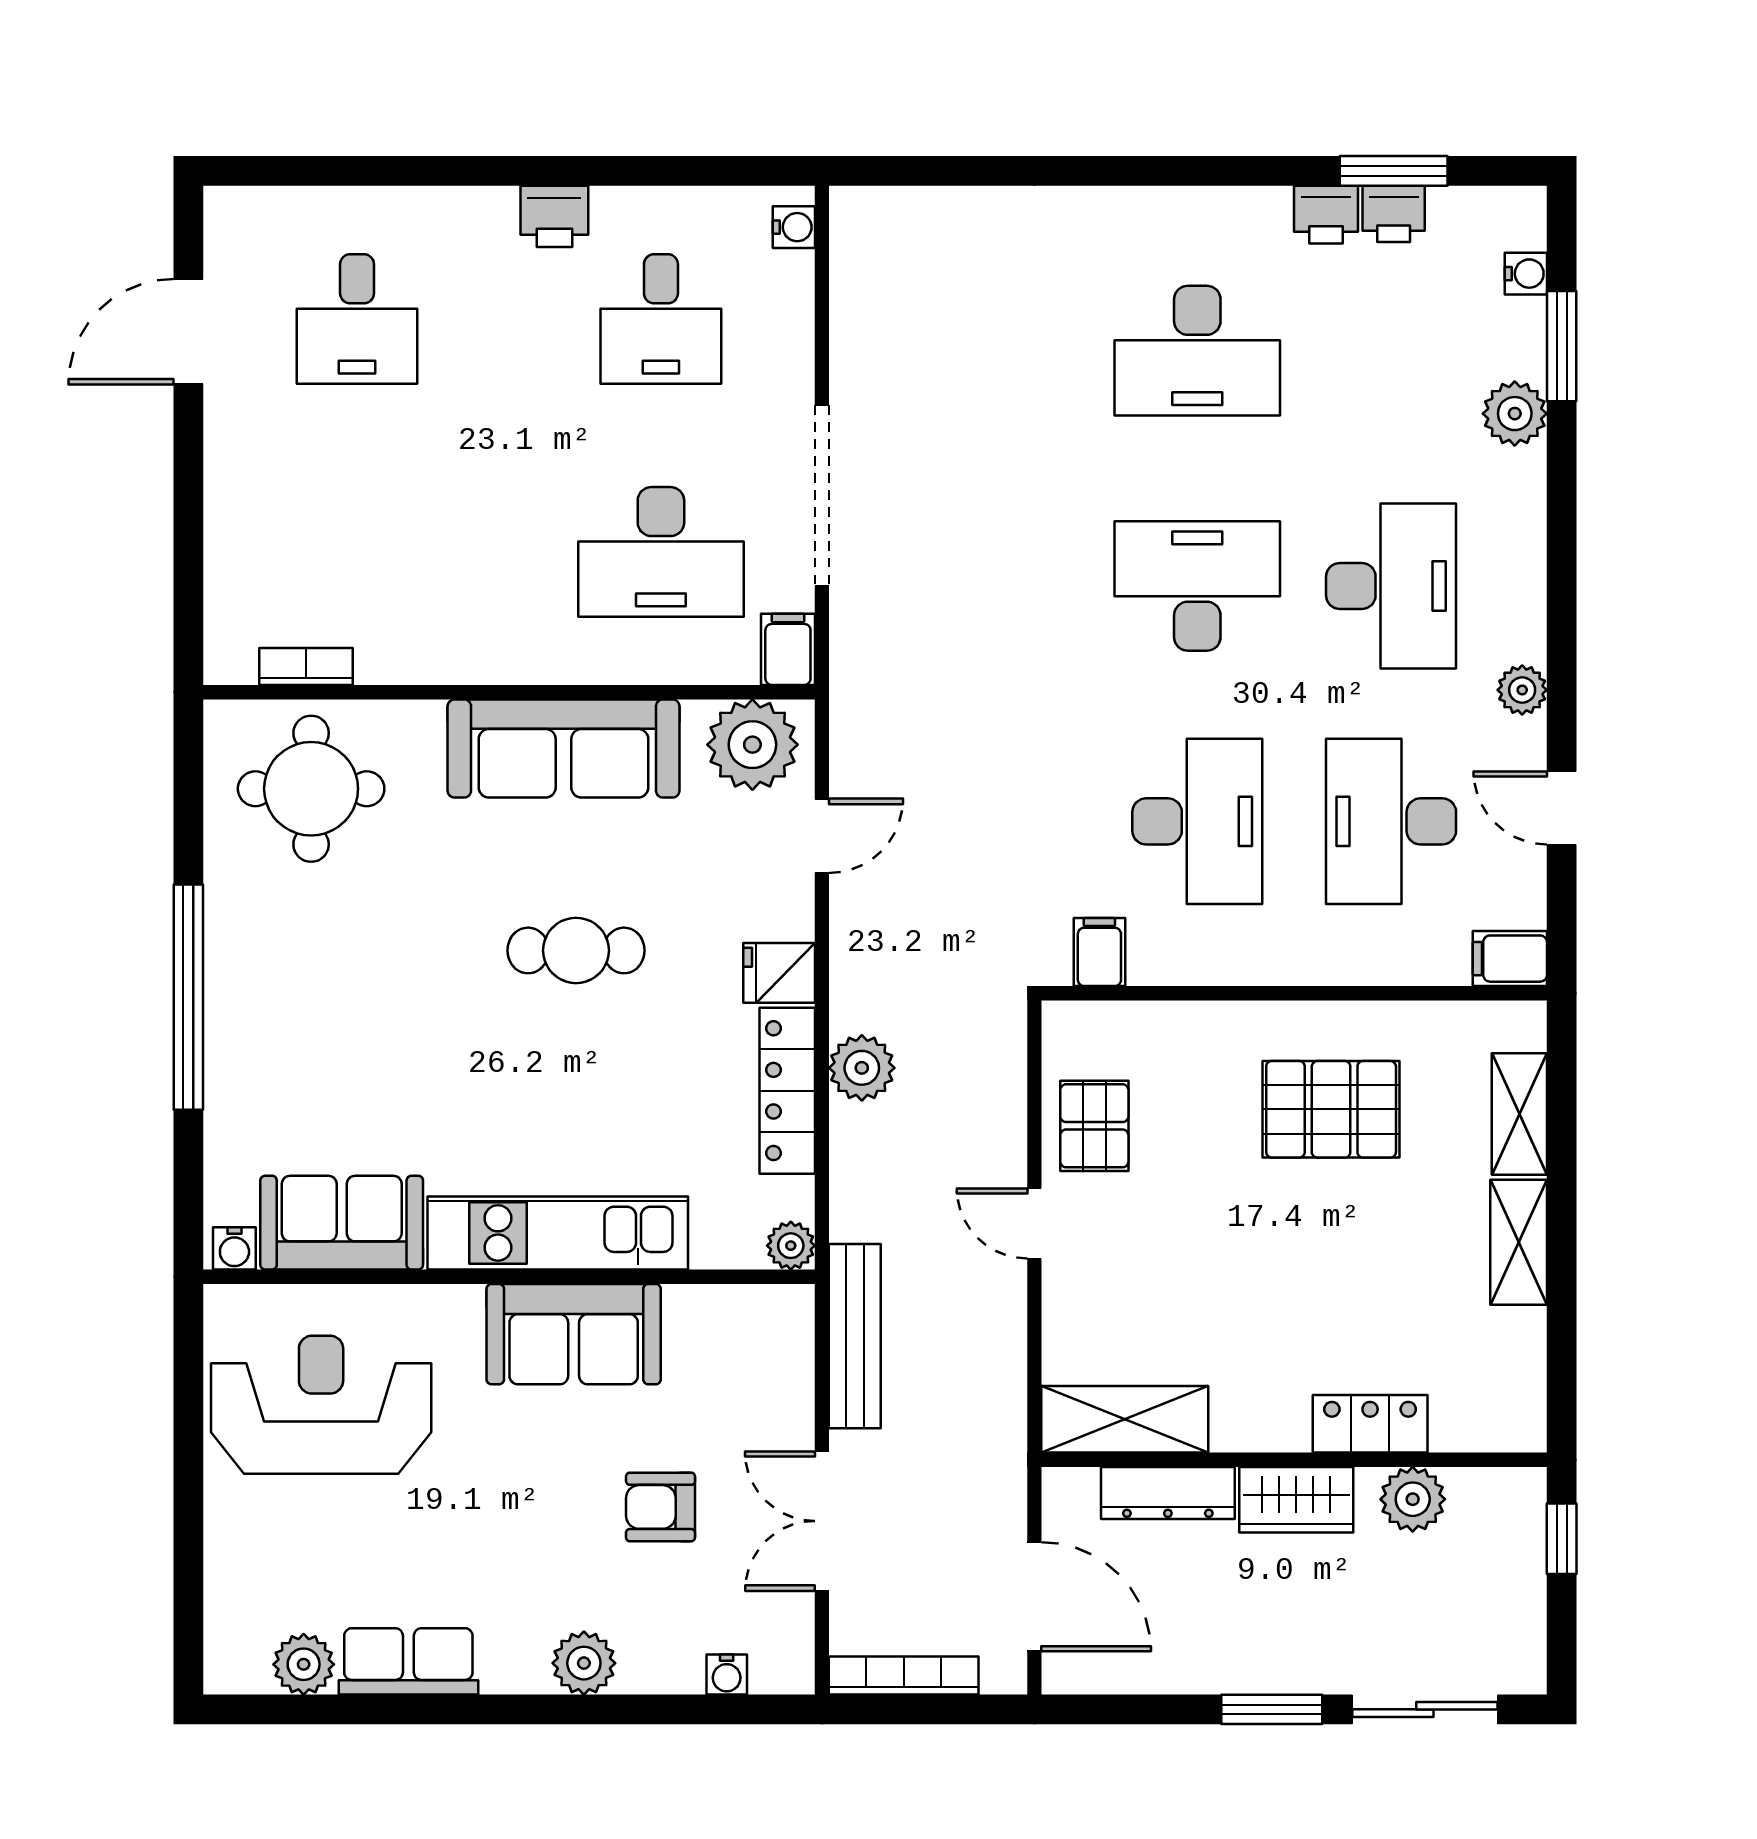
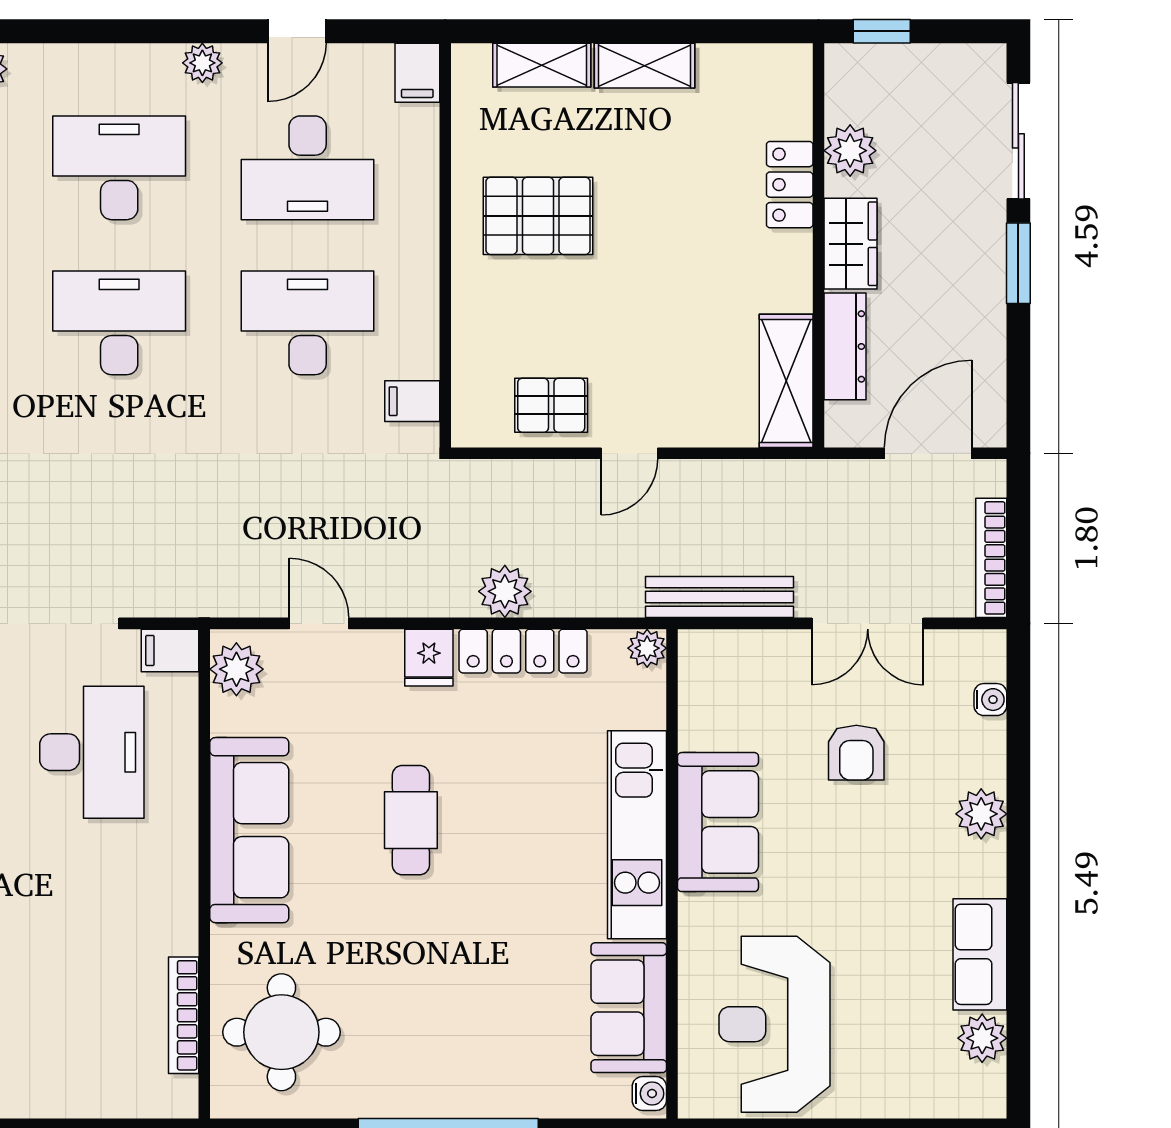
desk: (1197, 586) -> (119, 323), turned 90
bookcase: (306, 666) -> (184, 1015), width x1.56
plant: (752, 745) -> (236, 669), width x0.73, depth x0.73
pallet: (1331, 1109) -> (538, 216), turned 90

